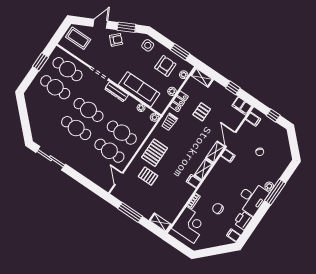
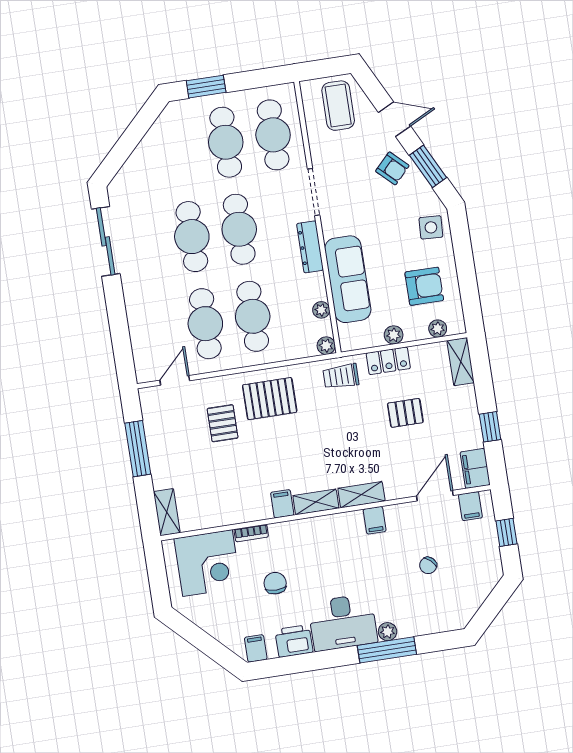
window: (180, 52) -> (469, 289), removed
window: (40, 62) -> (206, 87), moved
door: (231, 139) -> (435, 496), moved

